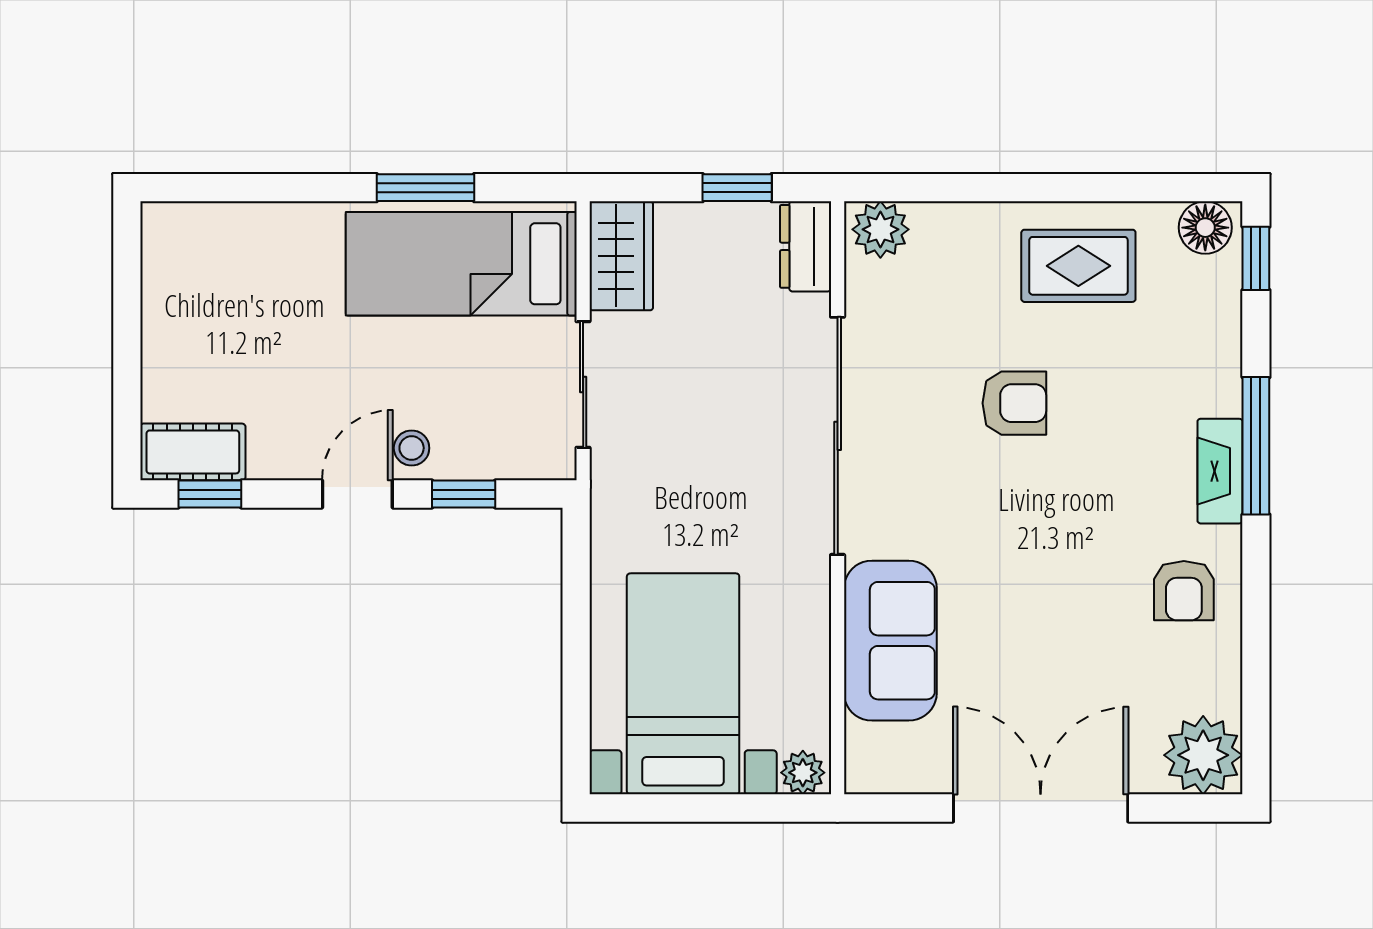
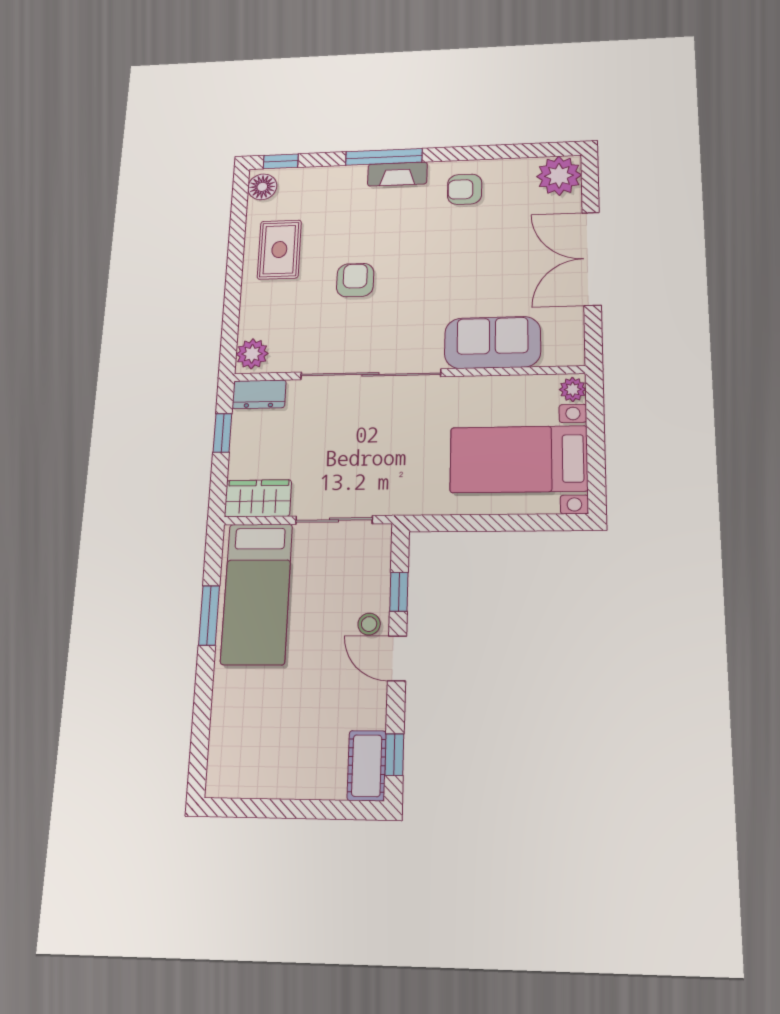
armchair: (1184, 591) -> (465, 189), turned 180

